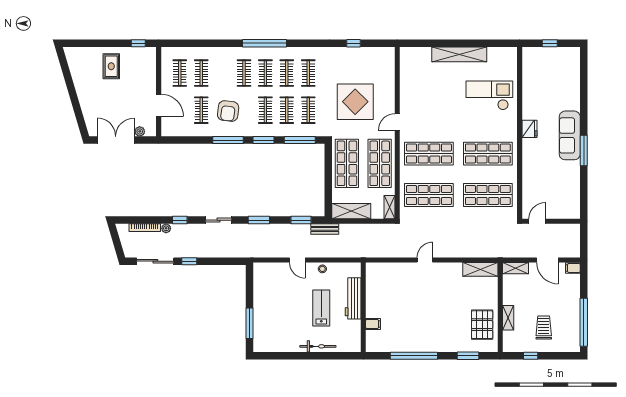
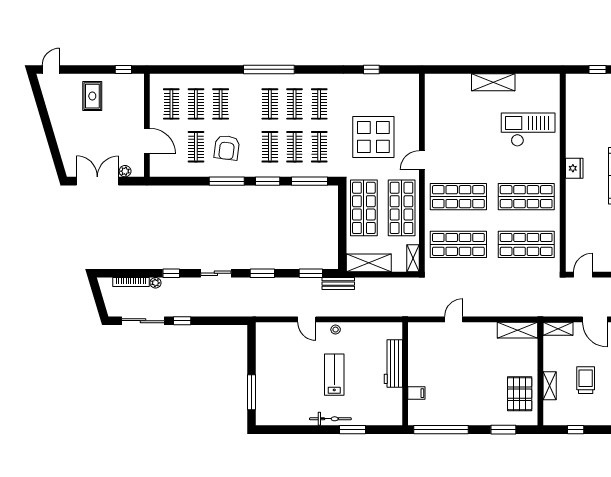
door: (75, 43) -> (51, 69), added
shelving: (459, 54) -> (493, 82), width x0.68
clothes rail: (244, 73) -> (221, 104), moved
workbench: (353, 298) -> (393, 364), moved
wall: (363, 307) -> (405, 374), moved
filing cabinet: (373, 324) -> (416, 393), moved
trolley: (544, 327) -> (586, 380), moved
window: (337, 356) -> (352, 430), added

